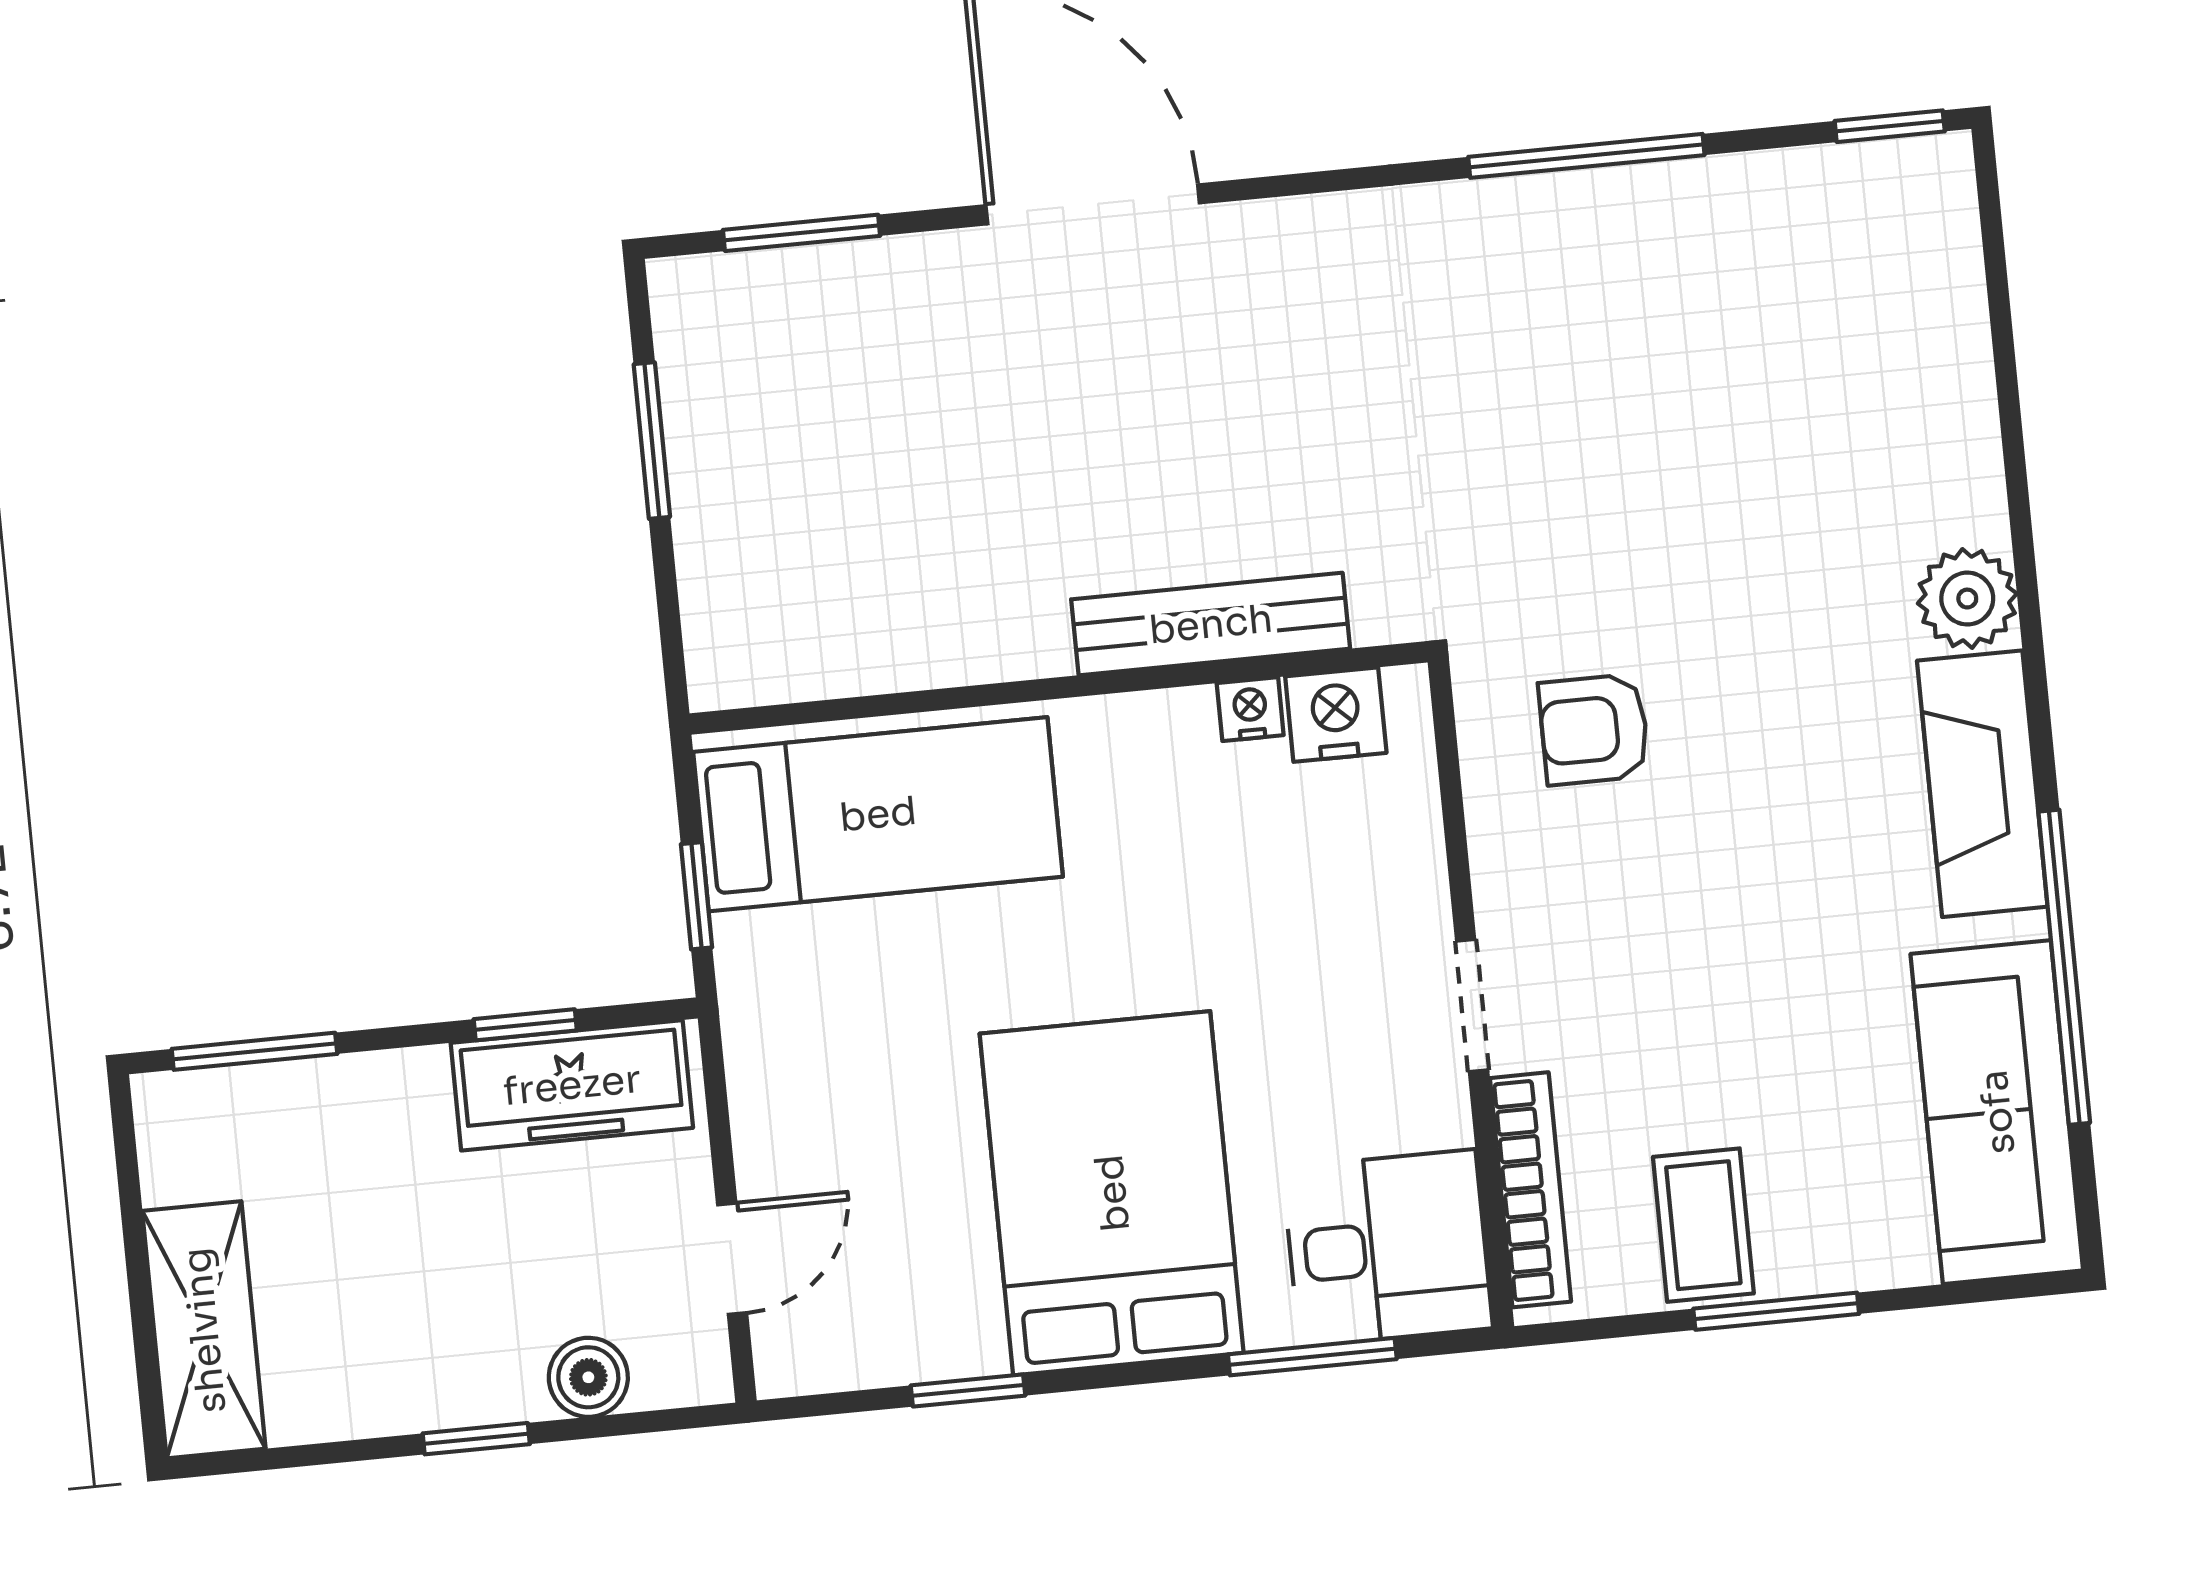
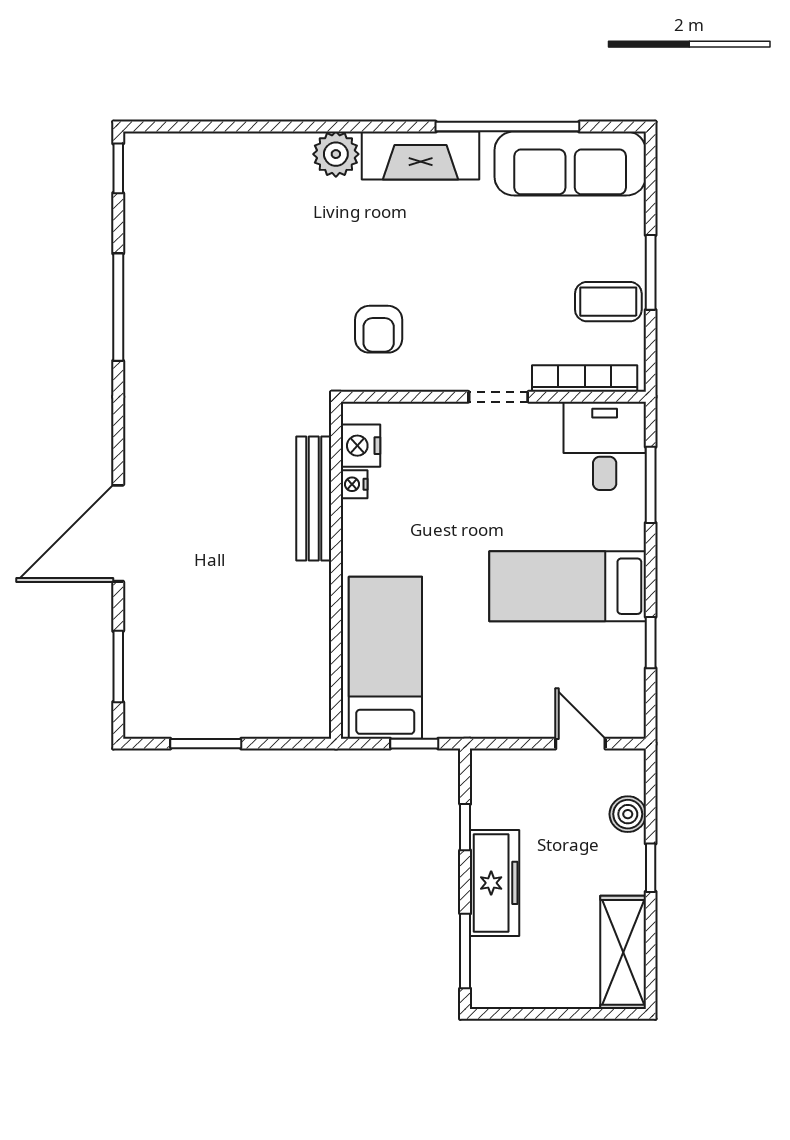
freezer: (572, 1085) -> (495, 883), moved
bed: (1112, 1193) -> (568, 586), width x0.67
shelving: (204, 1330) -> (623, 952), moved, turned 90

